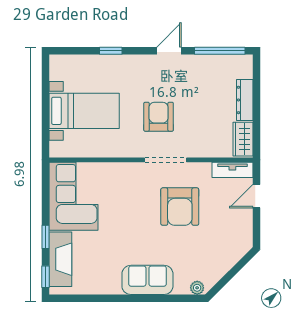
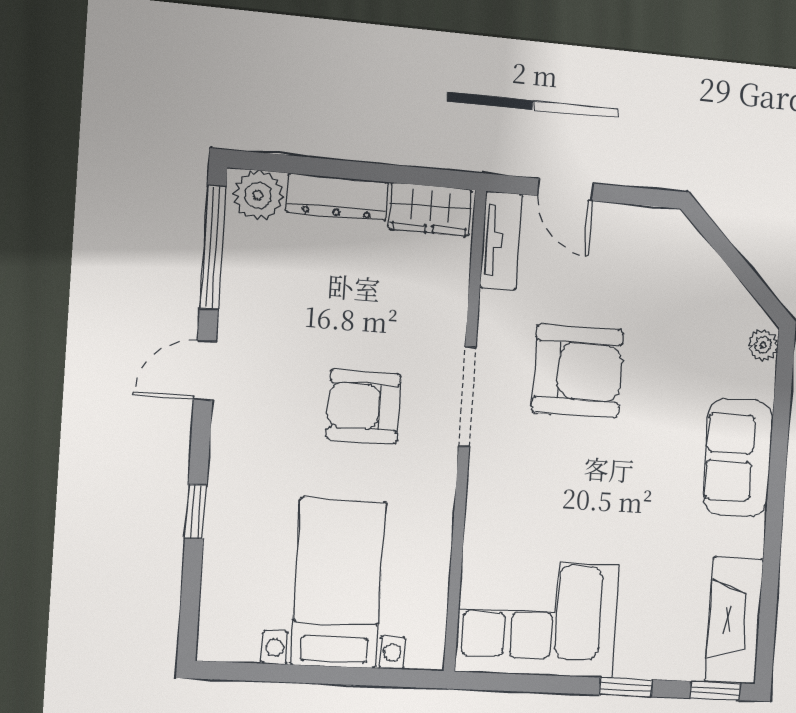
door: (169, 51) -> (205, 370), hinge flipped
plant: (243, 68) -> (258, 195), added
fireplace: (60, 259) -> (734, 620), moved, turned -90

